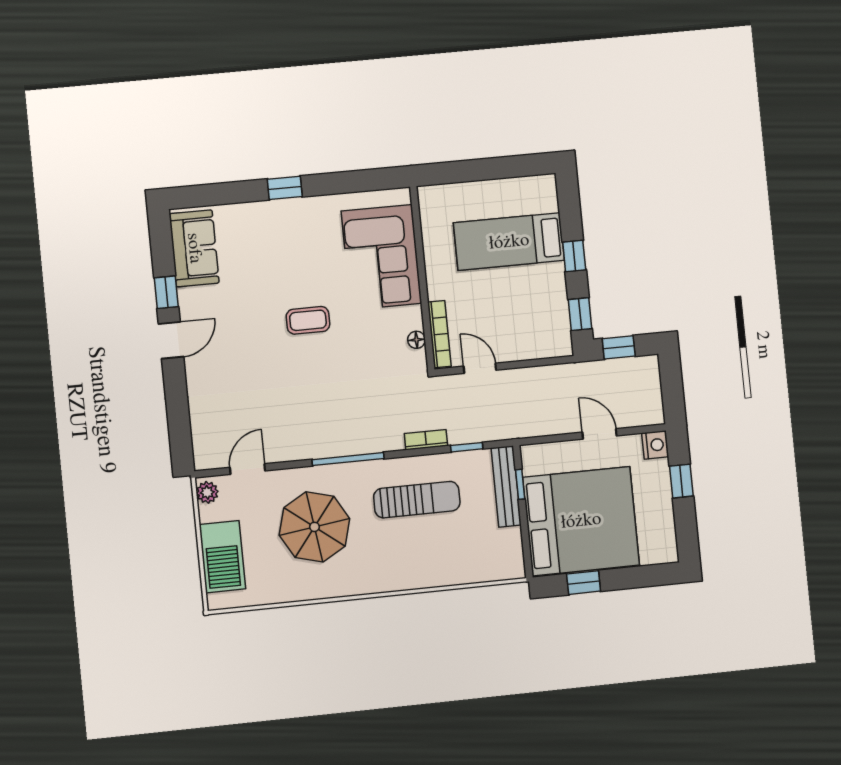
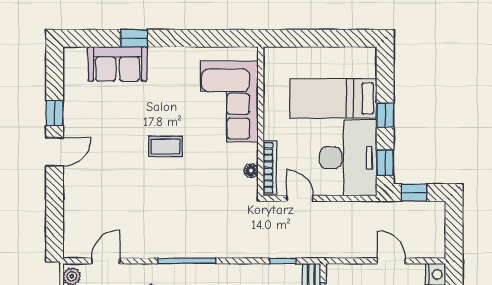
window: (285, 188) -> (134, 38), moved
sofa: (194, 248) -> (118, 64), moved, turned 90
desk: (534, 313) -> (348, 158), added
bookcase: (426, 440) -> (251, 252), removed

